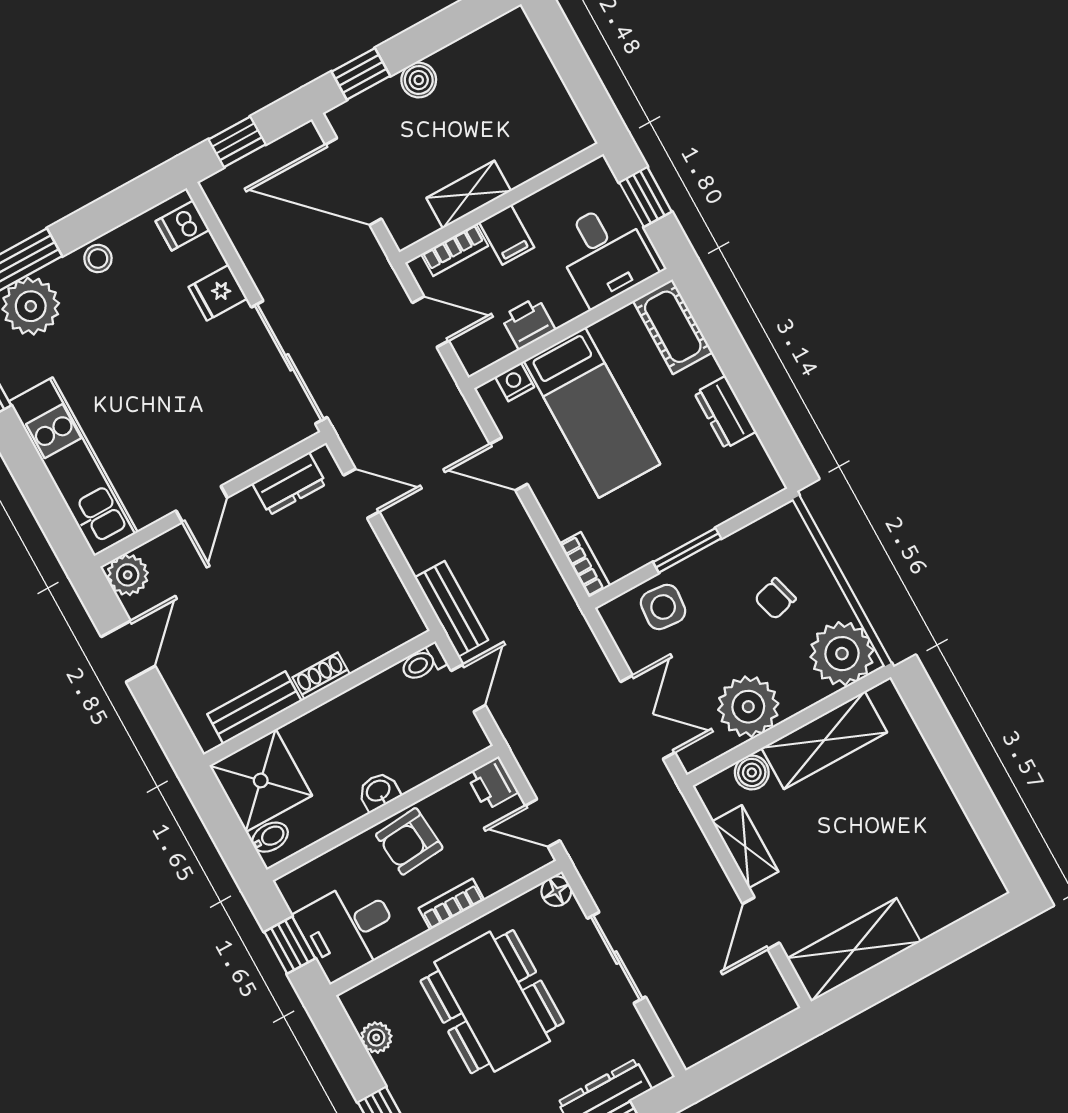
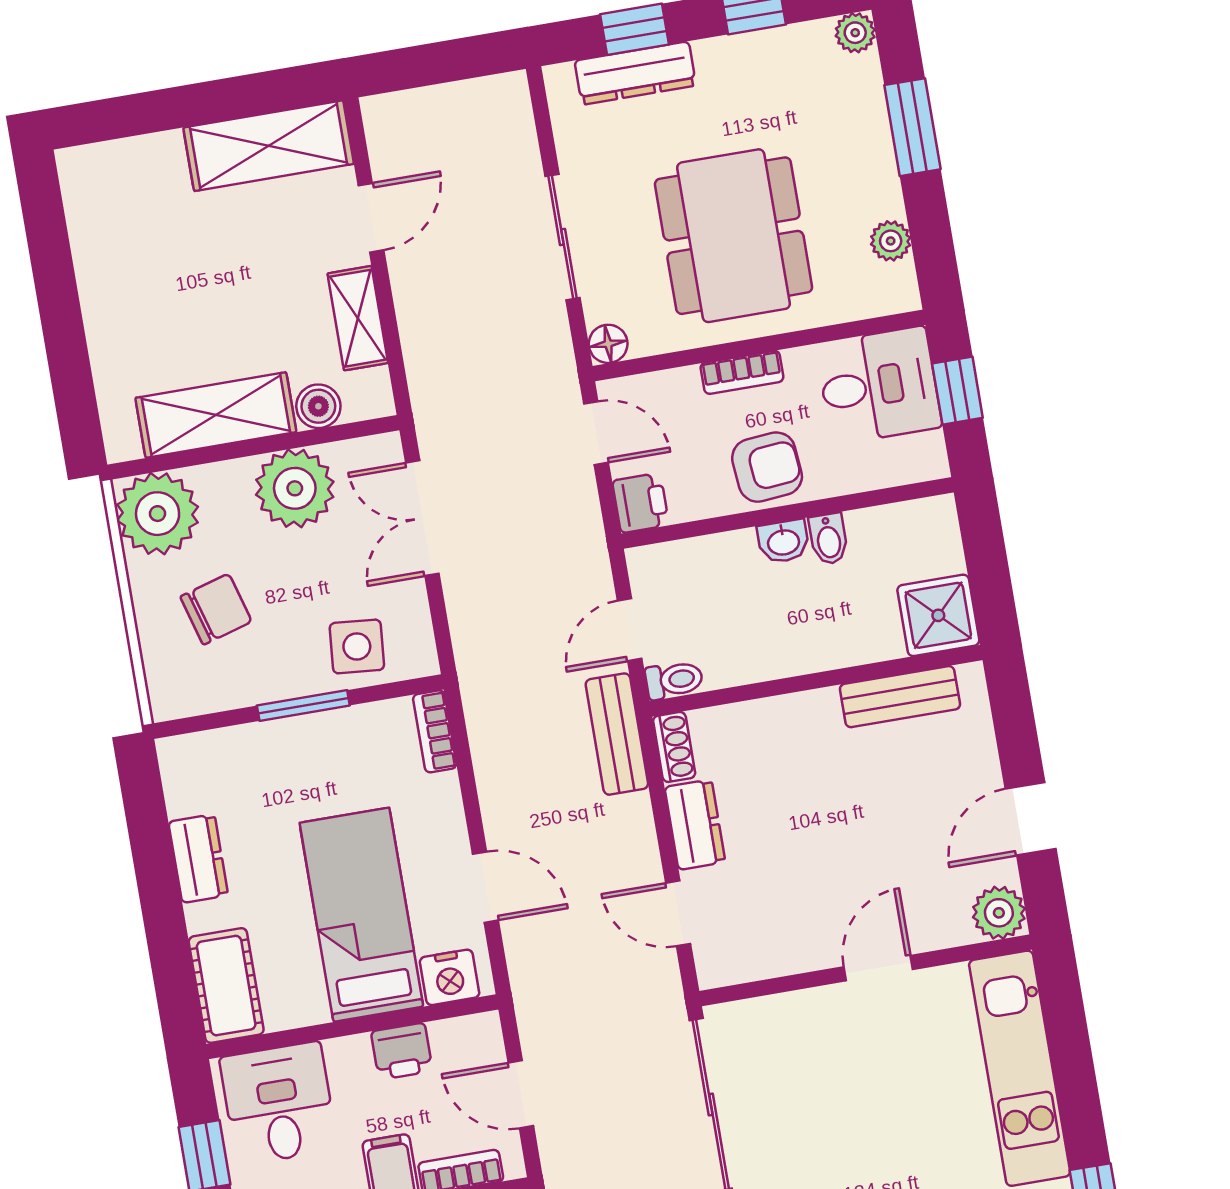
nightstand: (515, 382) -> (450, 977), width x1.39, depth x1.35
dresser: (289, 484) -> (695, 825), moved, turned 90
chair: (775, 599) -> (216, 609), width x1.37, depth x1.37
shoe rack: (321, 676) -> (674, 747), moved, turned -90
shower: (261, 781) -> (938, 615), width x0.73, depth x0.73
bidet: (270, 837) -> (828, 539), moved, turned -90

